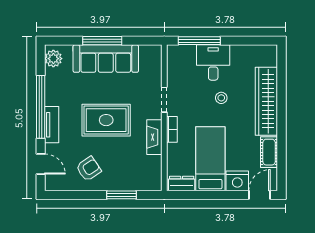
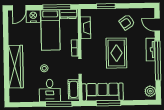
window: (102, 41) -> (109, 103), moved
sofa: (106, 59) -> (103, 92), moved
rug: (106, 120) -> (116, 53), turned 90
fireplace: (154, 137) -> (86, 28), moved
cot: (269, 152) -> (74, 89), moved
window: (200, 195) -> (57, 7), added

